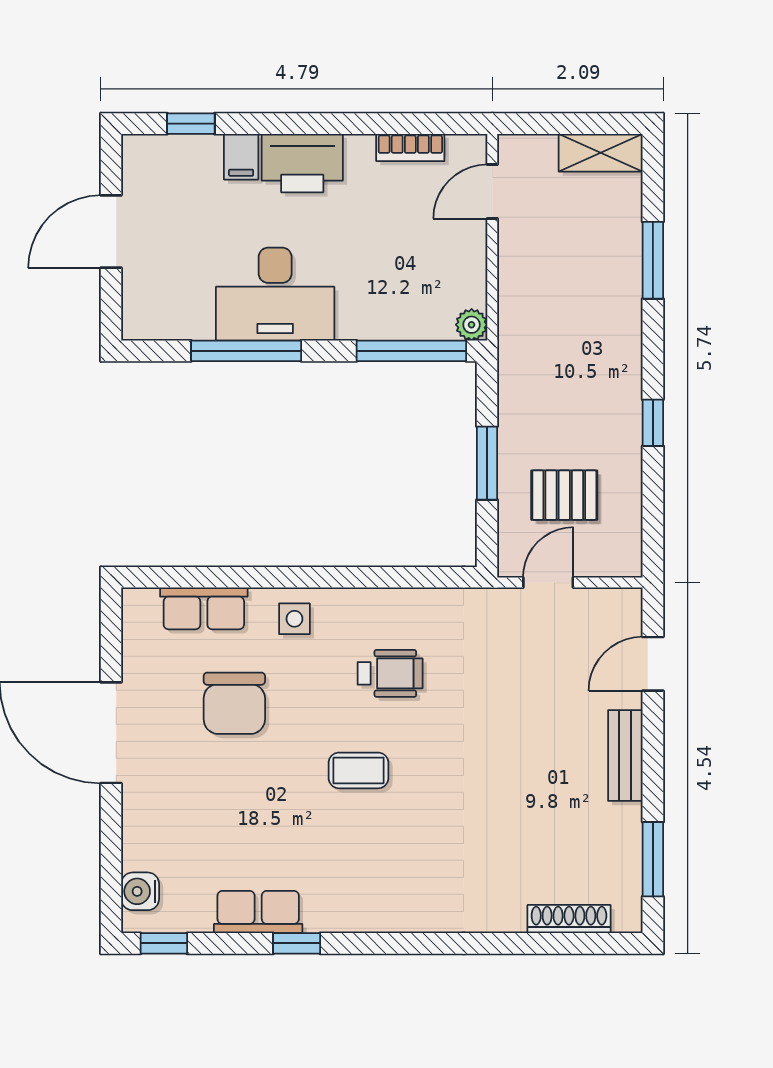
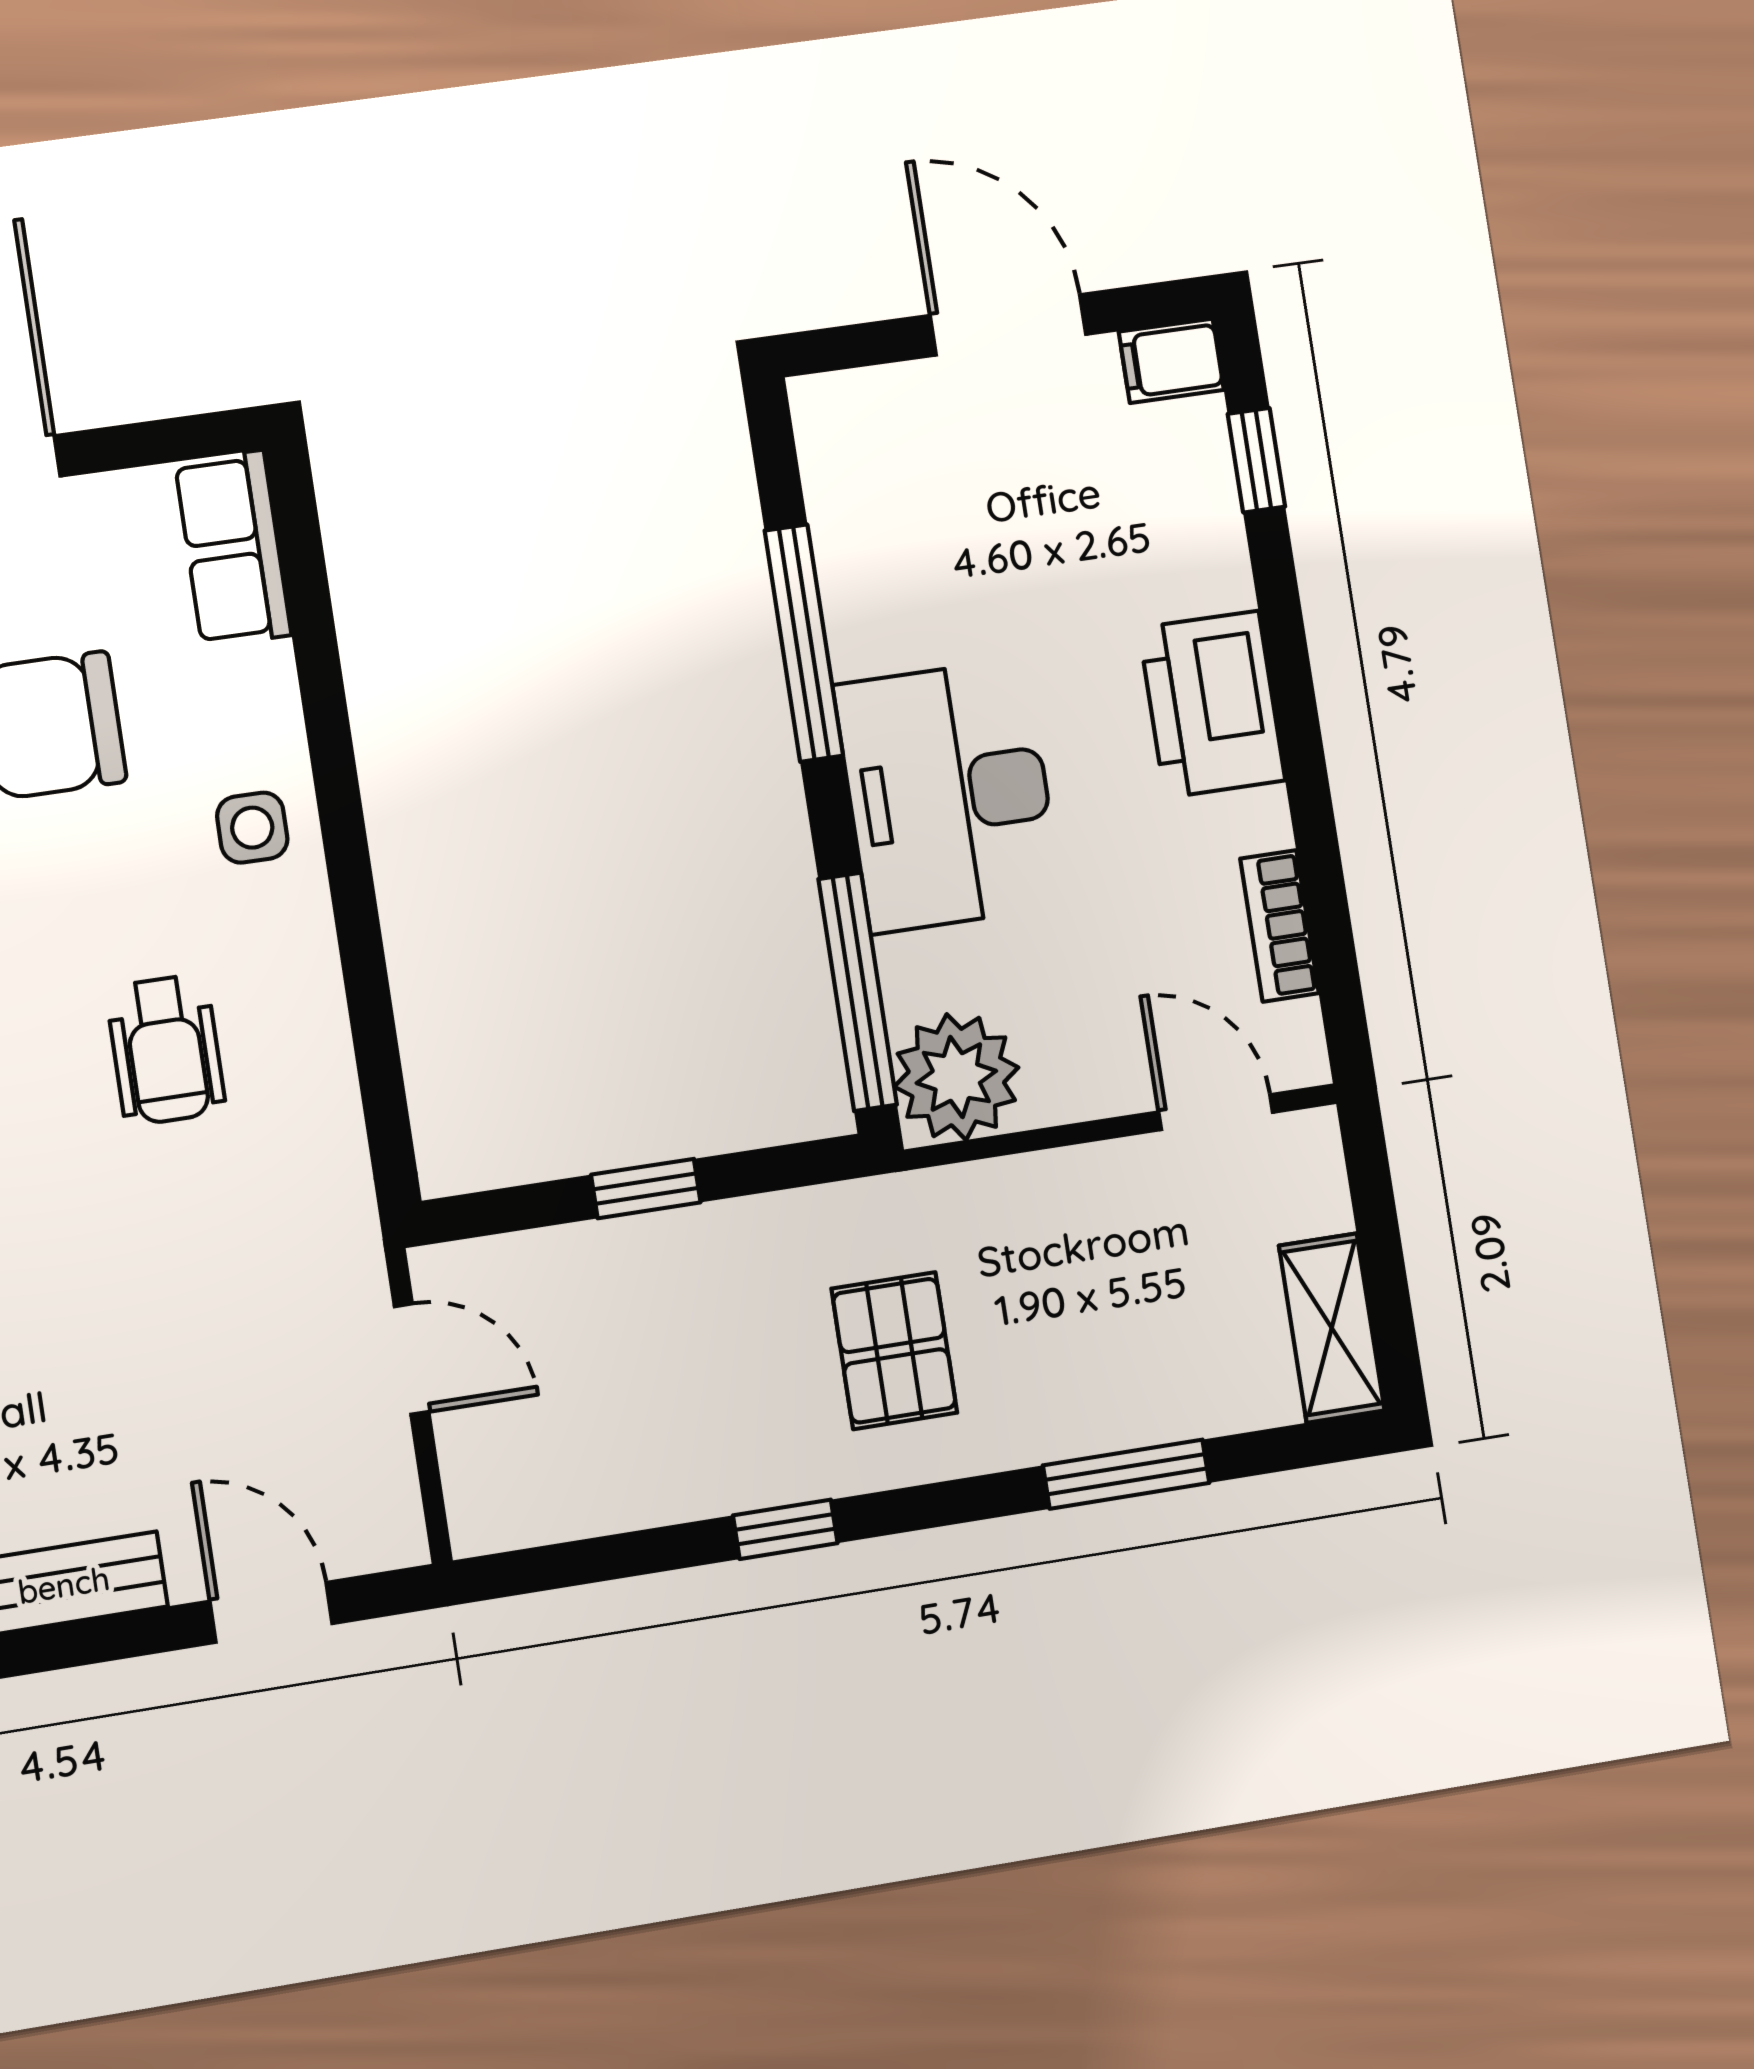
filing cabinet: (241, 157) -> (1171, 361), moved
desk: (275, 294) -> (949, 796), moved
plant: (472, 325) -> (956, 1077), width x1.87, depth x1.87
window: (487, 463) -> (646, 1189), width x0.67
pallet: (564, 495) -> (894, 1351), moved
row of seats: (204, 608) -> (233, 549), moved

